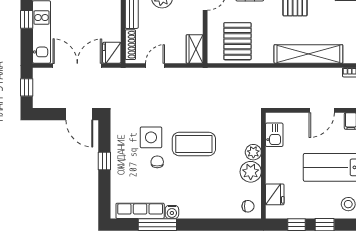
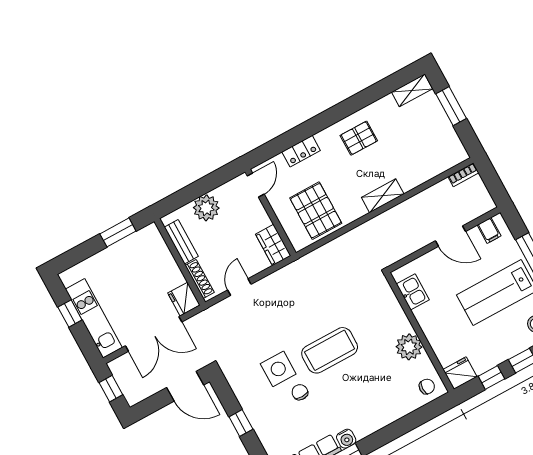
shelving: (308, 54) -> (383, 196), width x0.45, depth x0.75
double door: (77, 66) -> (154, 334), swing flipped
door: (322, 110) -> (451, 236), hinge flipped
plant: (253, 152) -> (400, 324), removed
fridge: (275, 194) -> (460, 373), moved, turned -90

